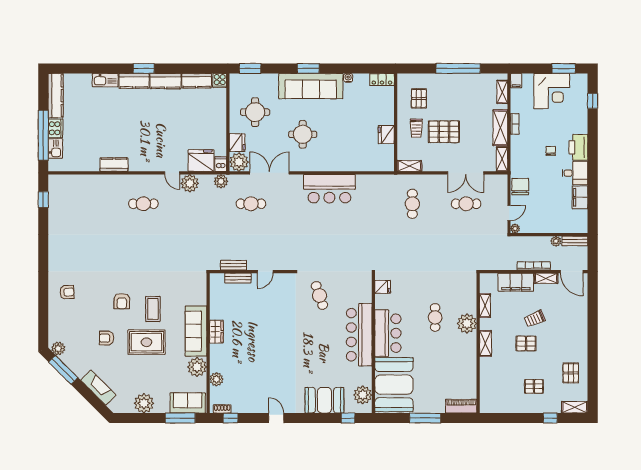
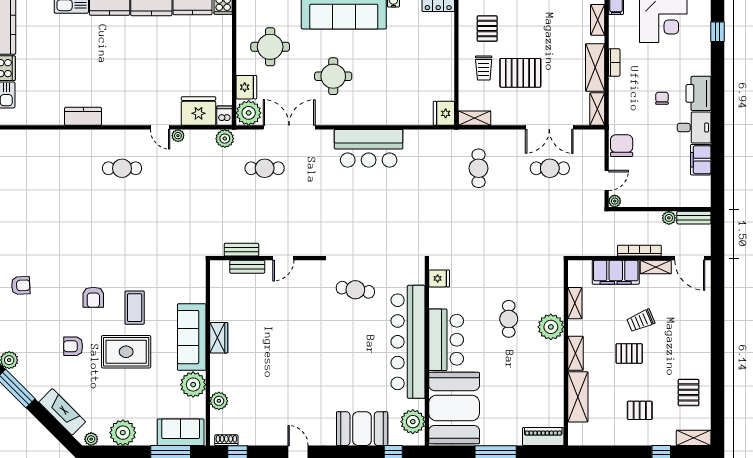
fridge: (386, 135) -> (444, 113), moved
plant: (190, 183) -> (178, 136), width x0.53, depth x0.53
cafe table: (319, 295) -> (355, 290), turned -62
bar counter: (359, 335) -> (408, 342), width x1.36
shelving: (487, 376) -> (578, 397), added
plant: (120, 408) -> (91, 439), added

